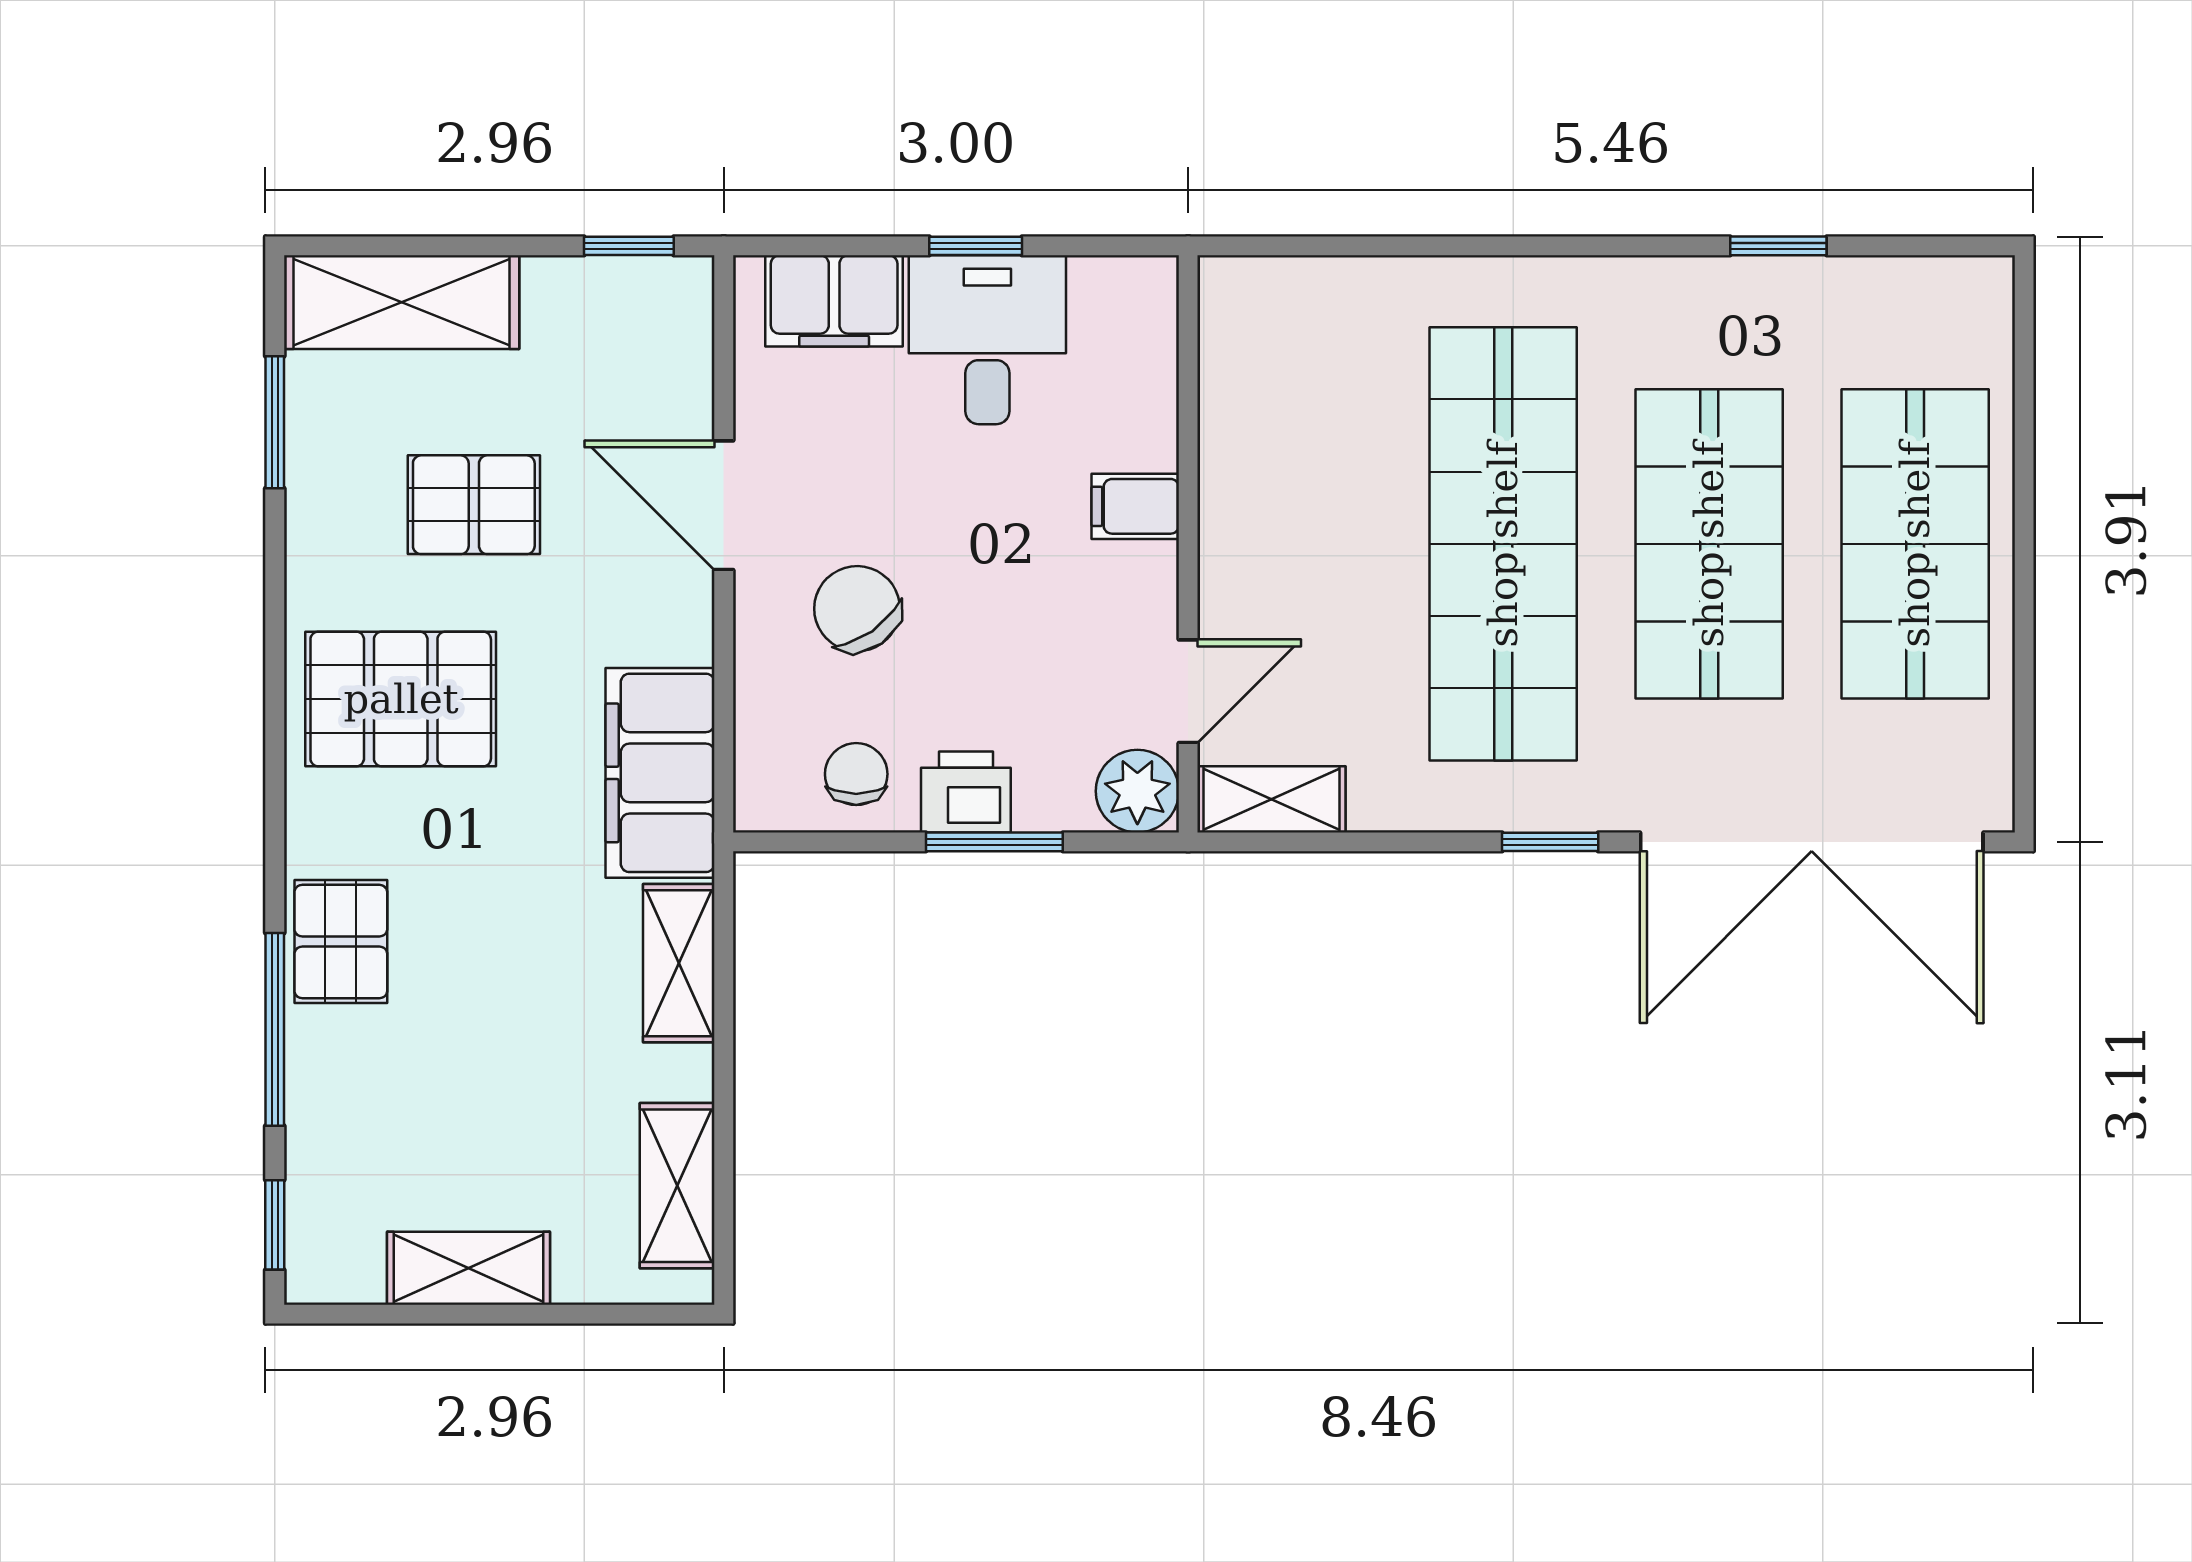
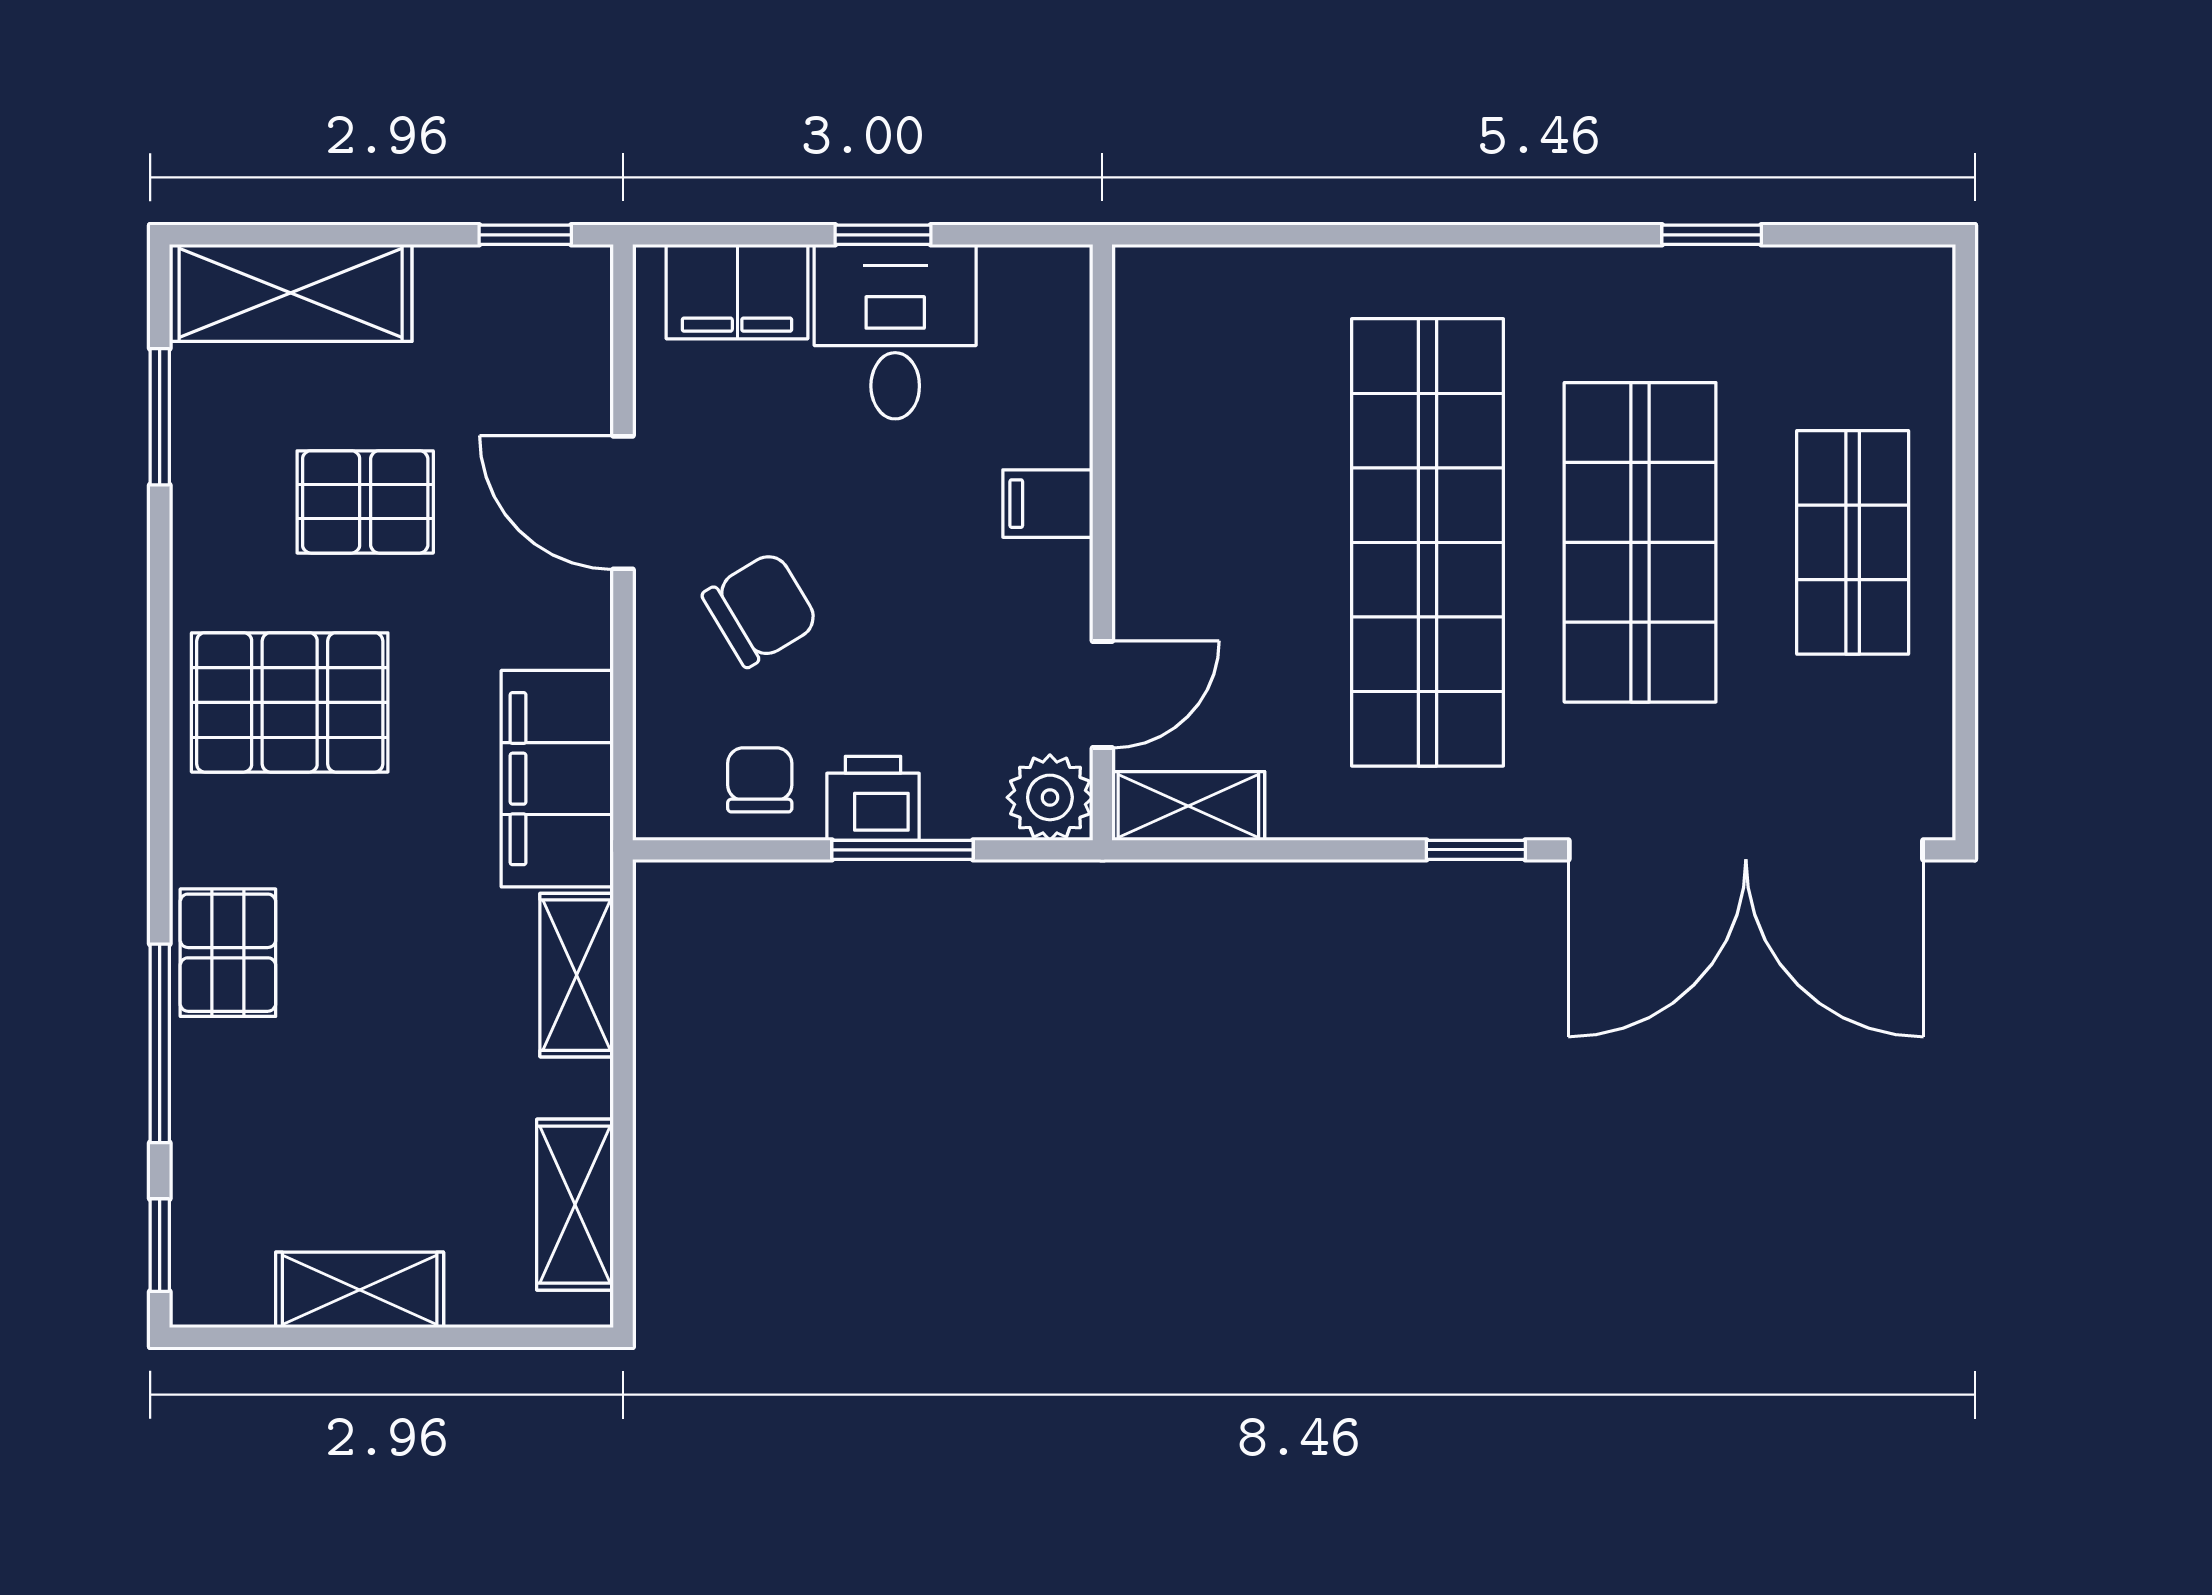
shop shelf: (1915, 544) -> (1853, 542), width x0.70, depth x0.74
chair: (857, 609) -> (761, 609), turned 94

